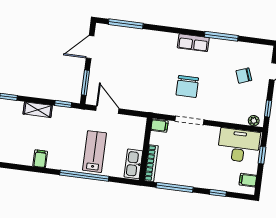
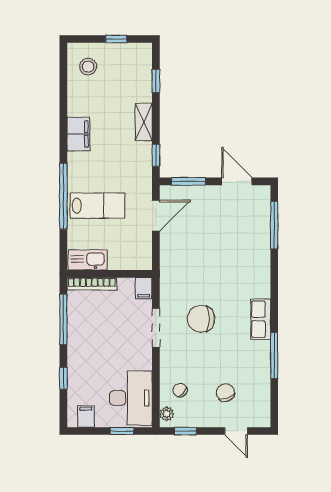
chair: (238, 109) -> (180, 390), added
filing cabinet: (40, 159) -> (78, 134), width x2.00

